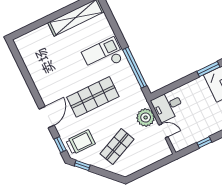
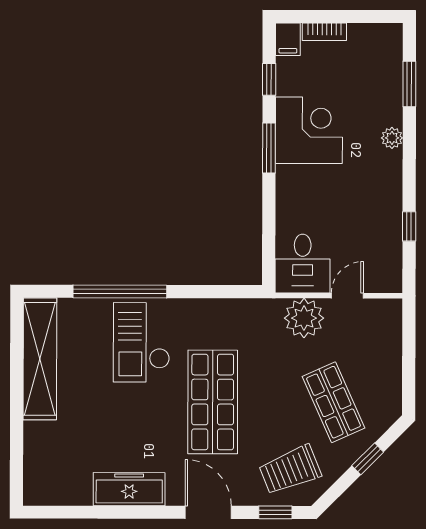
window: (135, 68) -> (120, 291), moved
freezer: (40, 80) -> (129, 489), added
trolley: (81, 142) -> (290, 470), turned -112
window: (82, 166) -> (368, 459), moved

